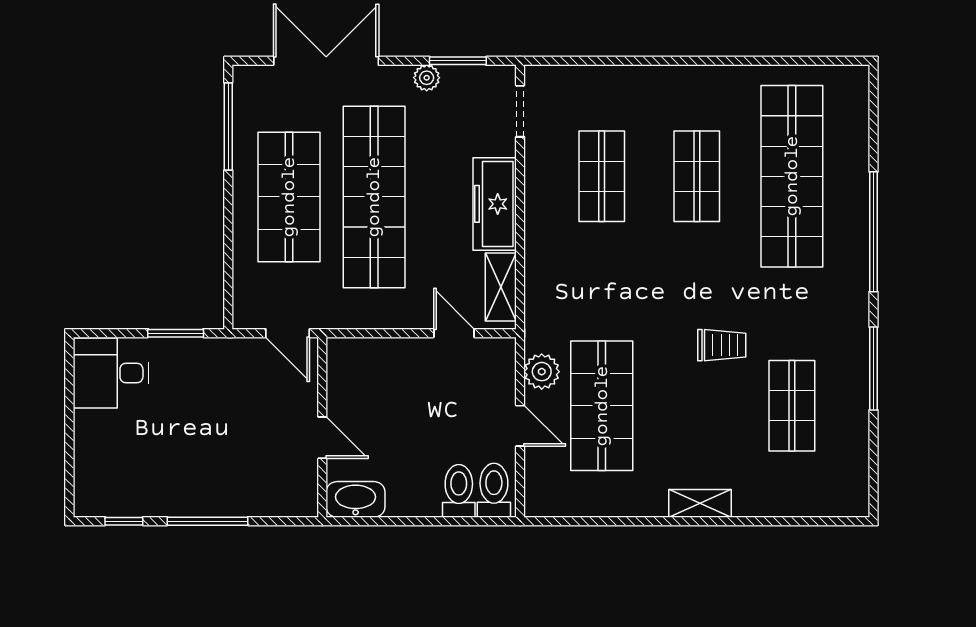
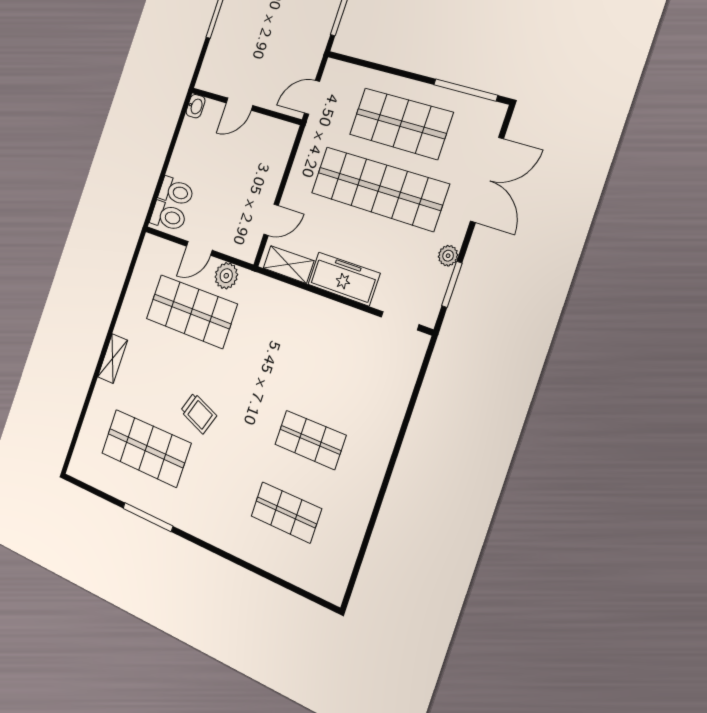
shop shelf: (602, 176) -> (335, 367), removed
shop shelf: (792, 176) -> (286, 512), width x0.50, depth x0.74
window: (874, 232) -> (230, 557), removed
trolley: (722, 345) -> (198, 413), turned -70
shop shelf: (792, 406) -> (146, 448), width x1.43, depth x1.36
washbasin: (356, 499) -> (196, 106), width x0.52, depth x0.69

